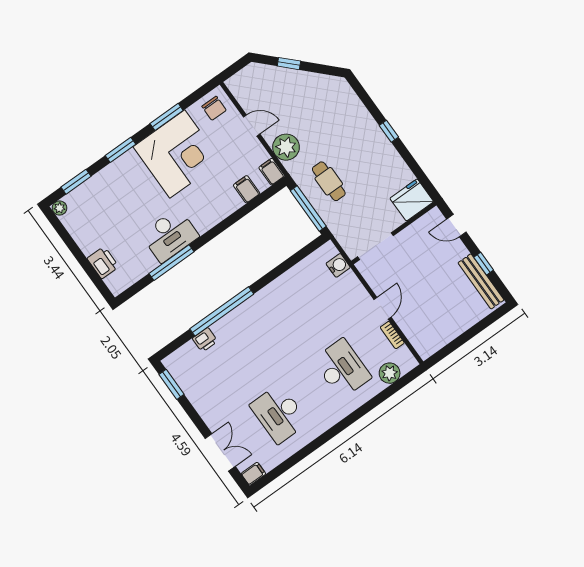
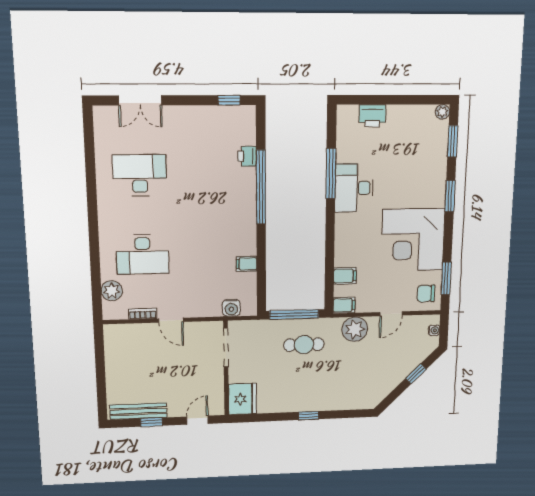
water cooler: (240, 77) -> (434, 330), added
window: (167, 117) -> (446, 278), moved
window: (171, 384) -> (229, 100), width x0.67
filing cabinet: (253, 474) -> (247, 264), moved, turned 90

